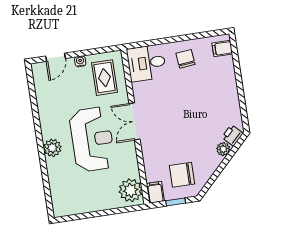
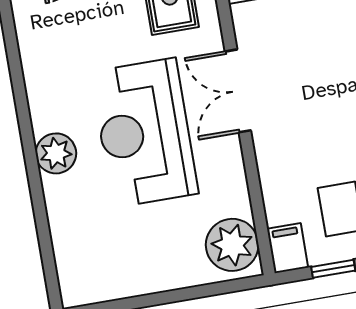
reception desk: (92, 139) -> (144, 133), turned 180

